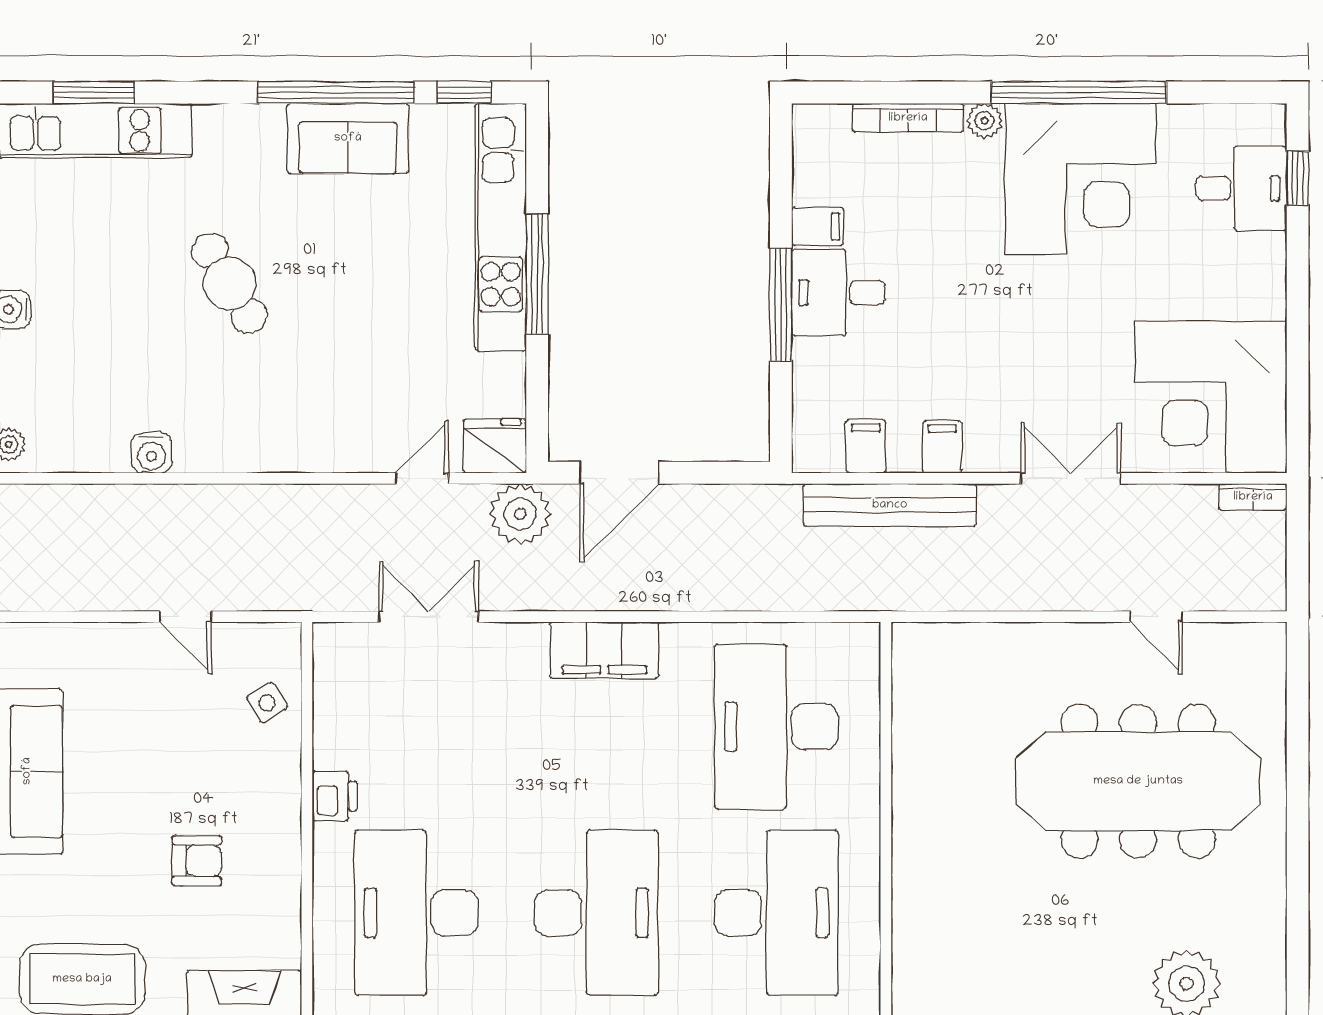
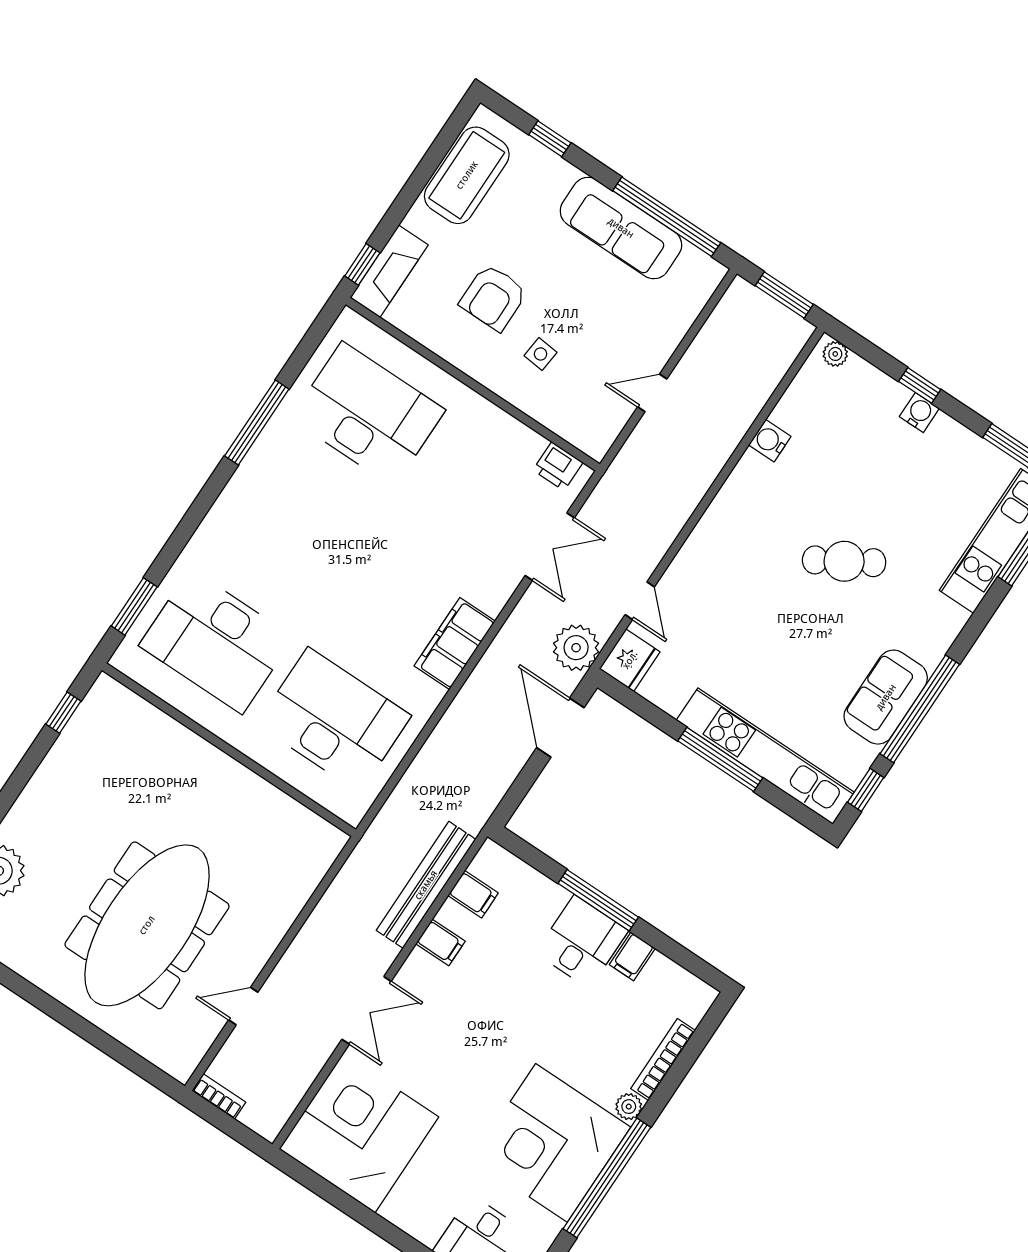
bookcase: (1253, 497) -> (219, 1096), moved, turned 90
side table: (267, 703) -> (541, 354), moved, turned 38
printer: (335, 796) -> (558, 466), moved
armchair: (197, 860) -> (493, 298), width x1.38, depth x1.38
desk: (596, 913) -> (292, 528), removed

